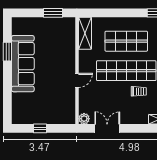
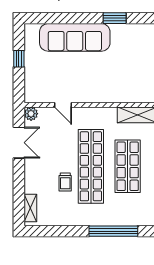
sofa: (23, 64) -> (75, 37), moved
door: (77, 80) -> (63, 105), moved

